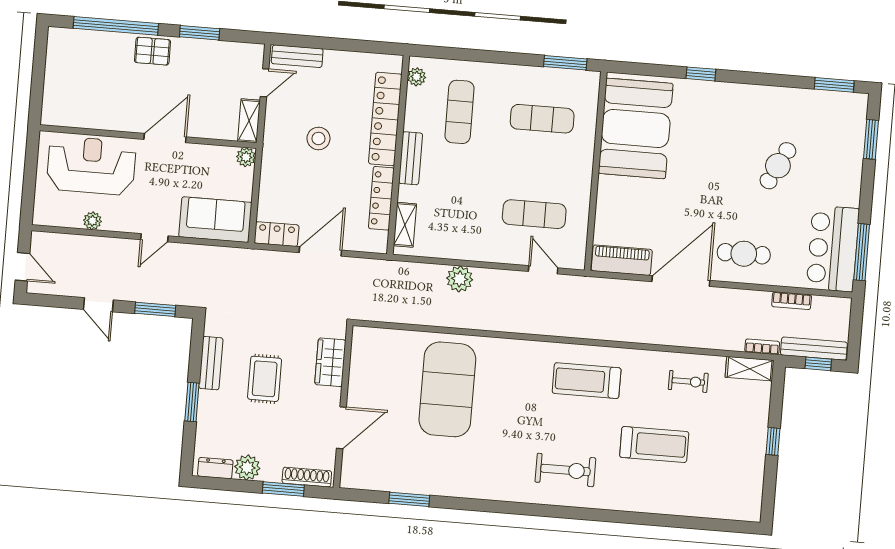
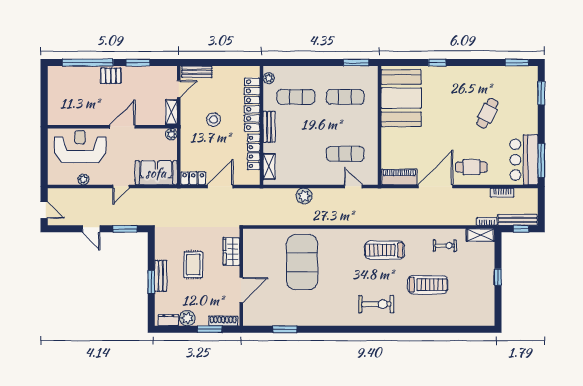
exercise mat: (460, 112) -> (296, 97), turned 90
bench: (211, 363) -> (161, 276), moved

